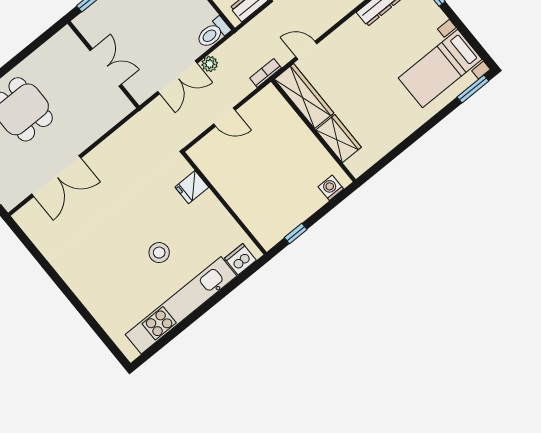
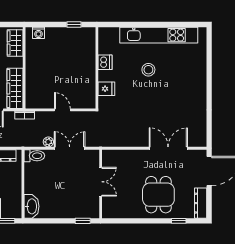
double door: (106, 67) -> (101, 182), swing flipped
wardrobe: (339, 139) -> (15, 43), moved
dishwasher: (240, 259) -> (105, 62), moved, turned -90

